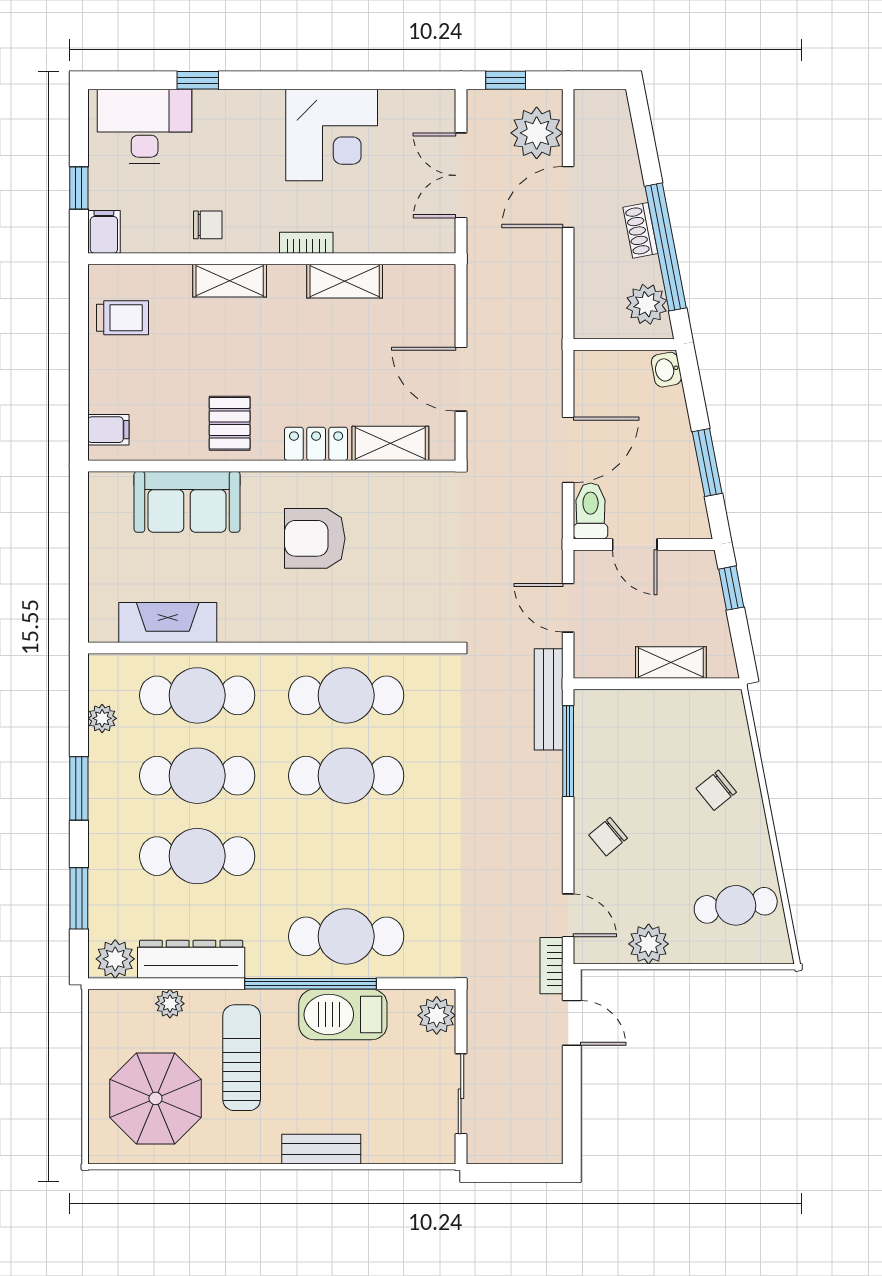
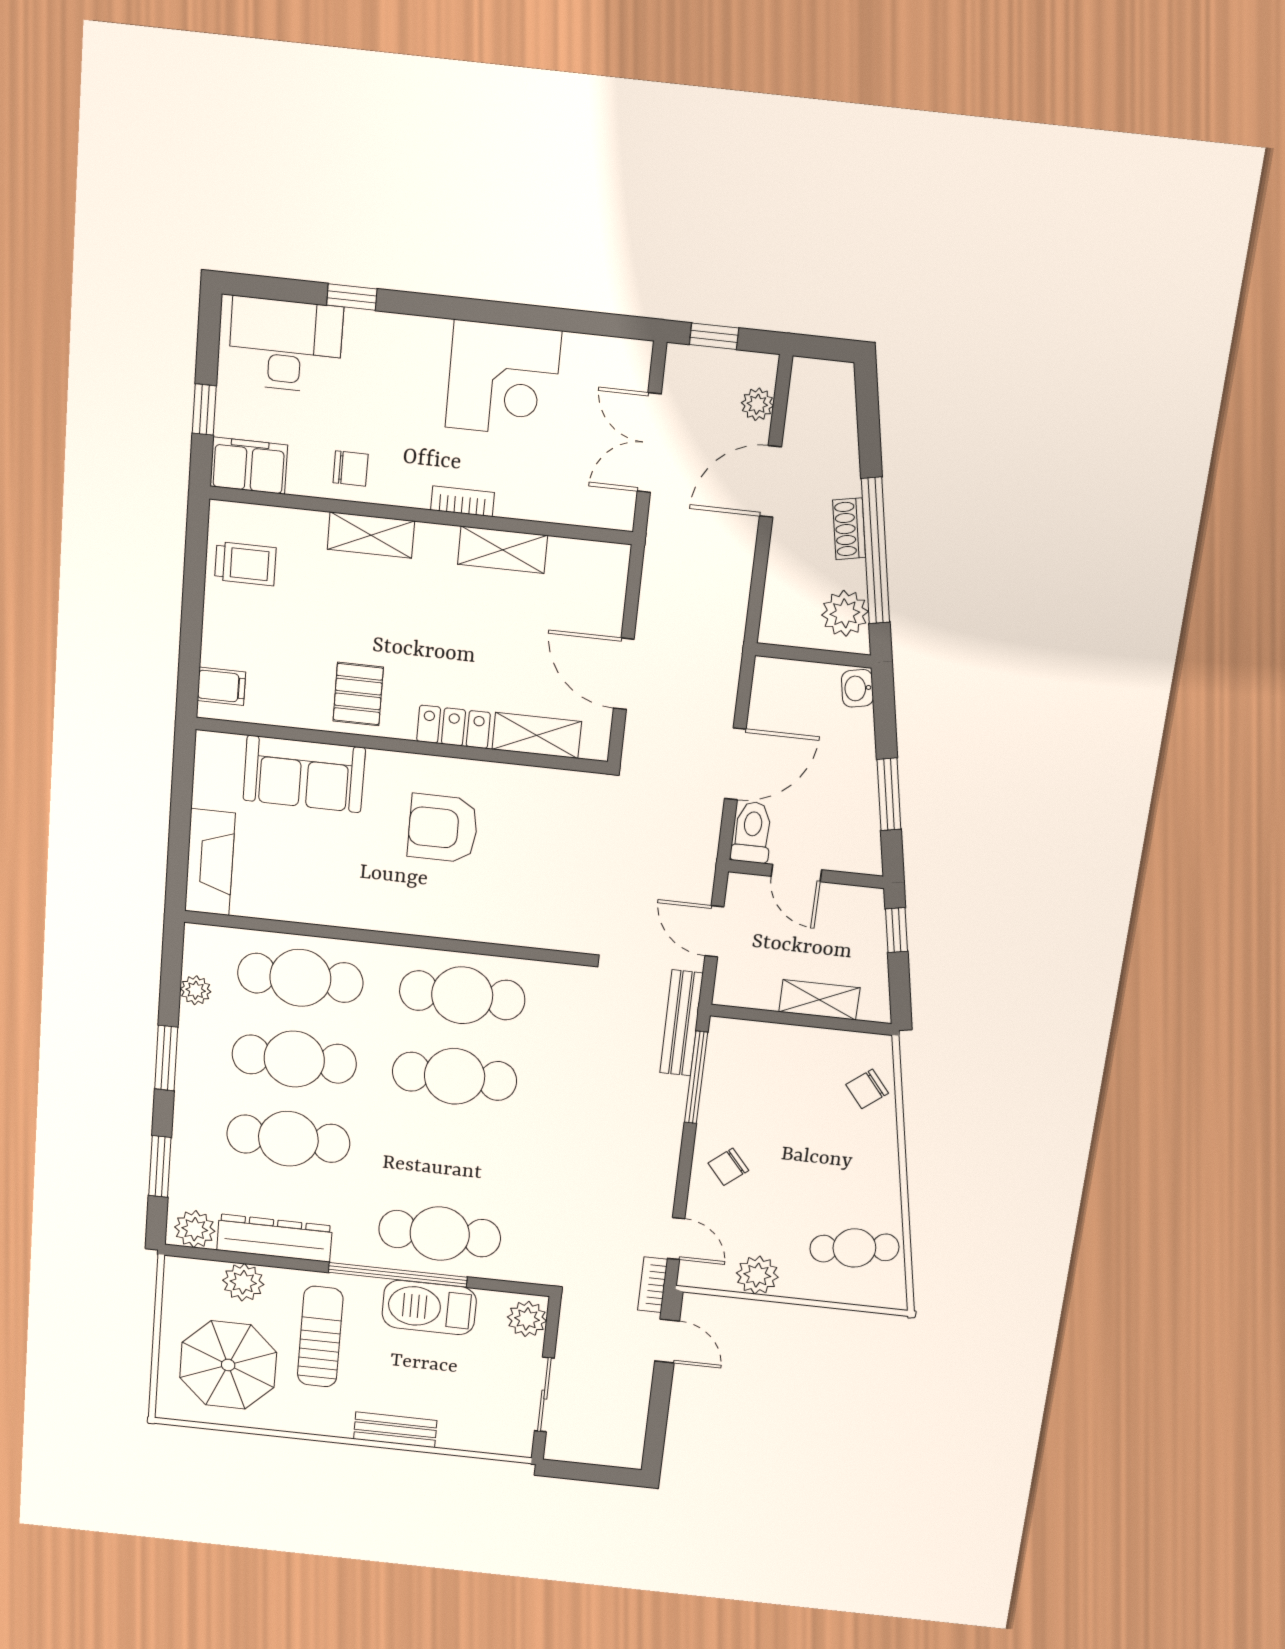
plant: (537, 133) -> (757, 404), width x0.53, depth x0.53
filing cabinet: (104, 232) -> (249, 466), width x2.00
fireplace: (168, 623) -> (210, 862), moved, turned 90
chair: (716, 790) -> (867, 1089), moved
plant: (170, 1004) -> (243, 1282), width x1.38, depth x1.38

